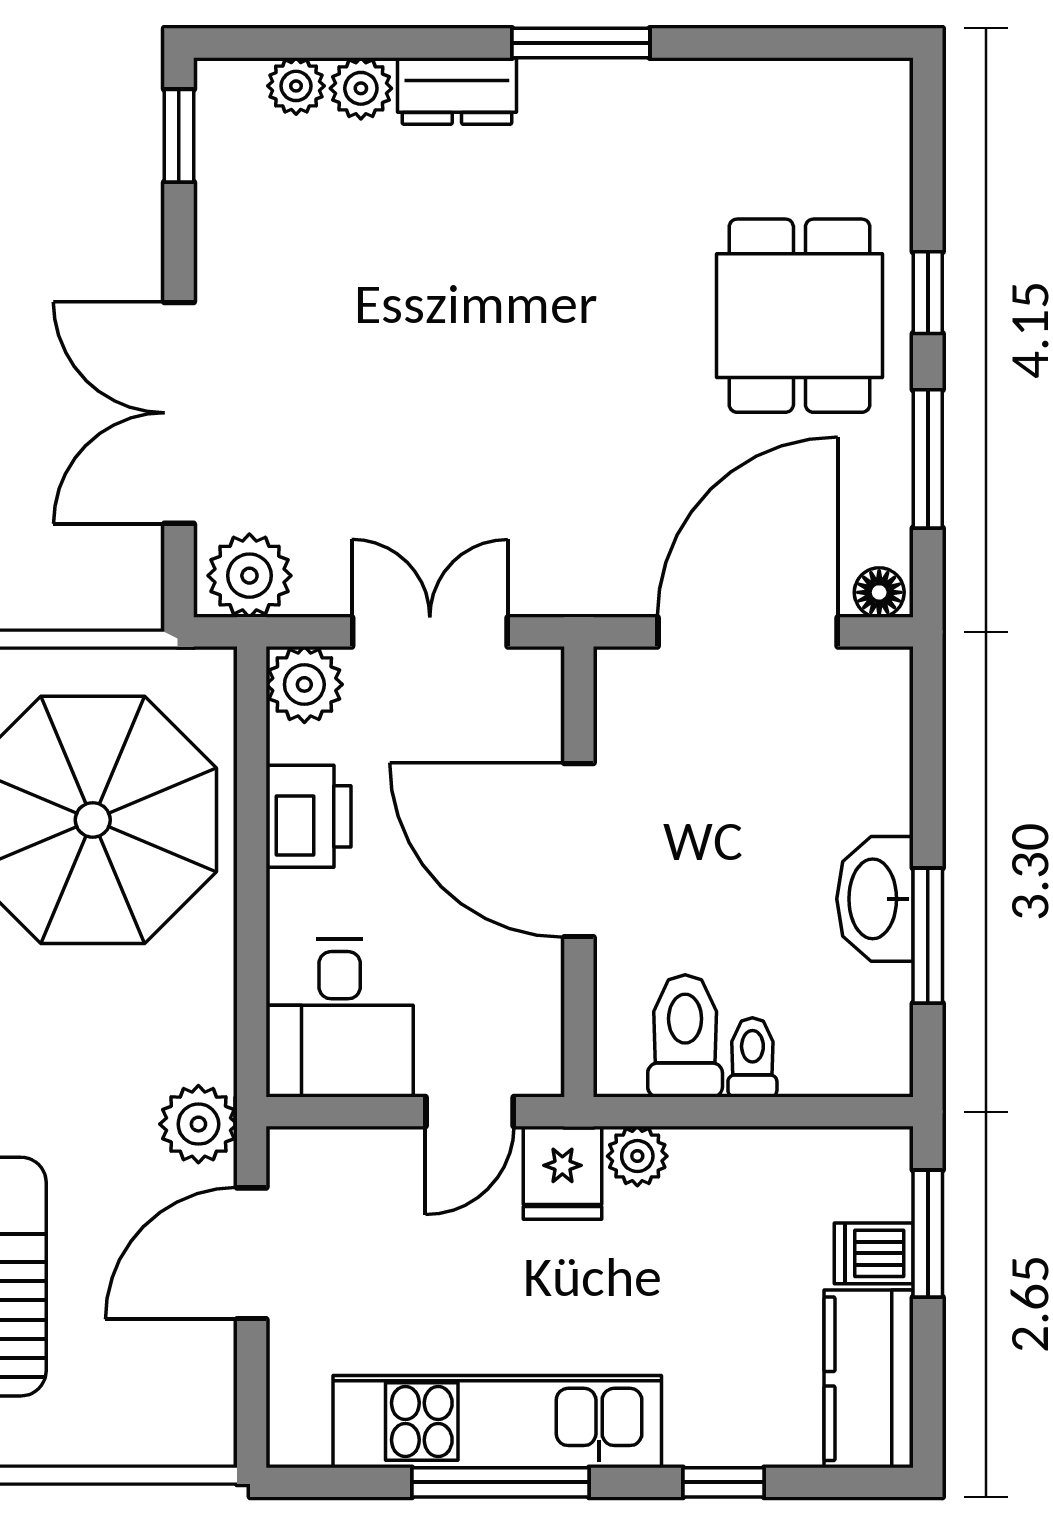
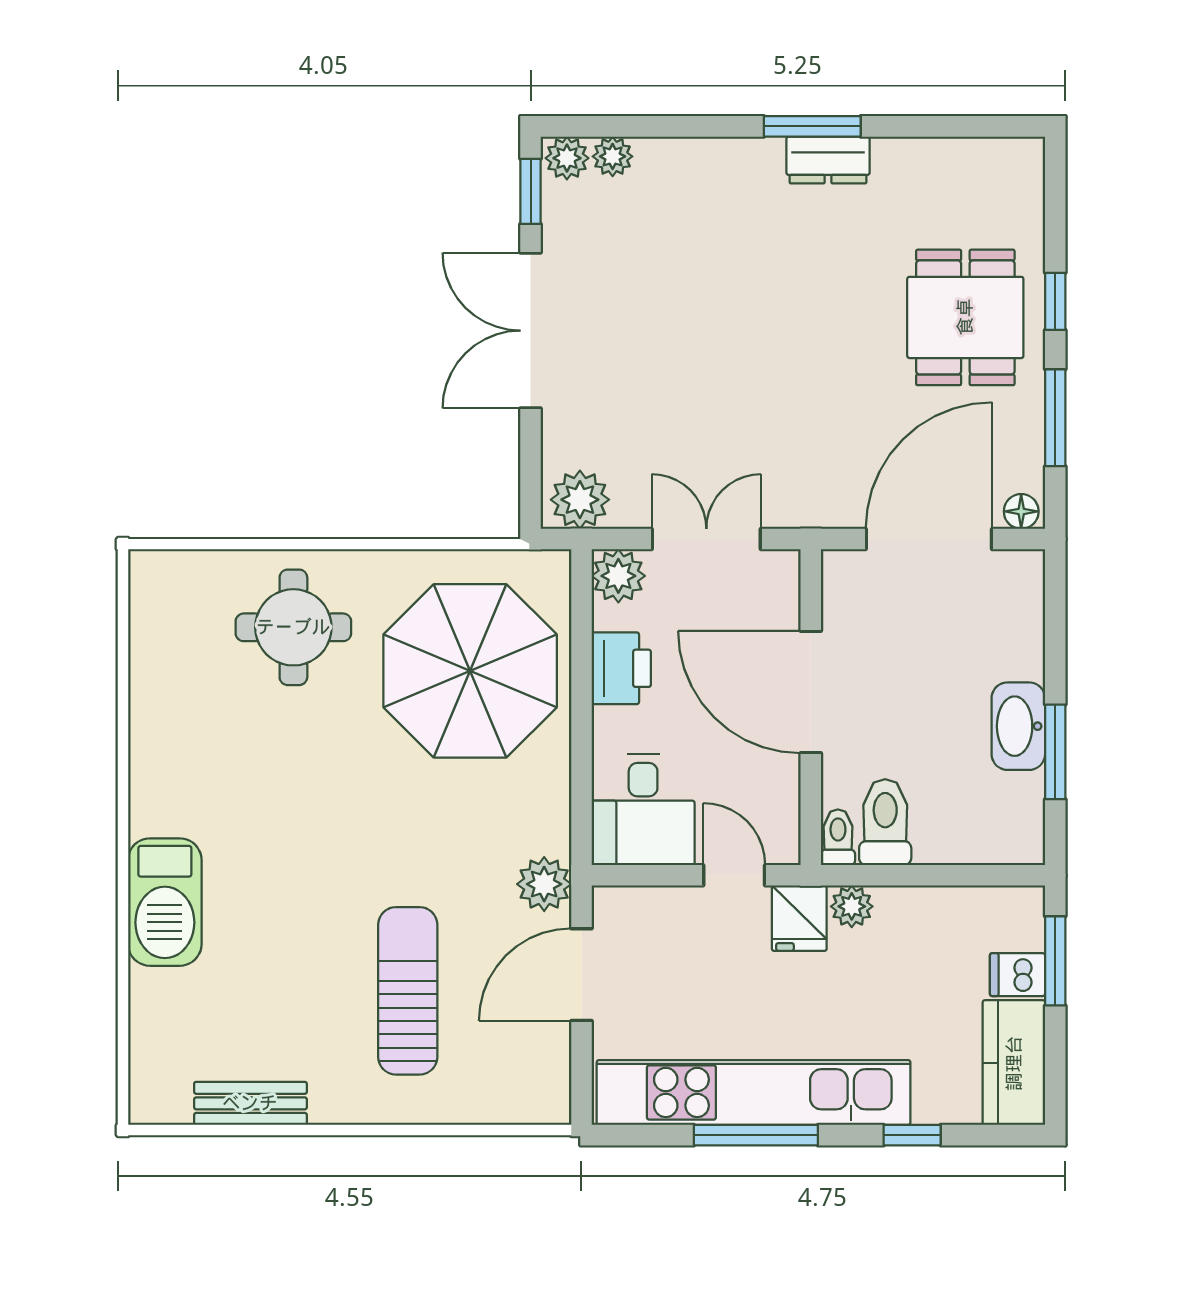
plant: (361, 88) -> (567, 158), moved
dresser: (457, 91) -> (828, 160), moved
double door: (179, 413) -> (531, 331), moved
toilet: (752, 1057) -> (838, 837), moved
door: (470, 1112) -> (734, 875), swing flipped
kitchen unit: (497, 1422) -> (754, 1092), width x1.36

